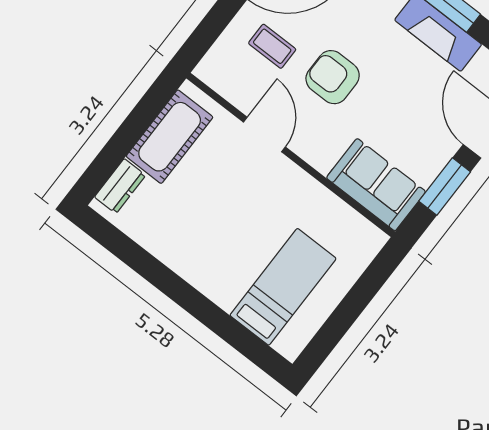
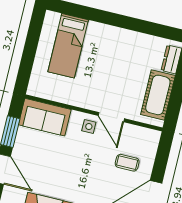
armchair: (333, 77) -> (90, 161), removed
side table: (309, 136) -> (89, 127), added

